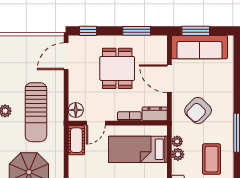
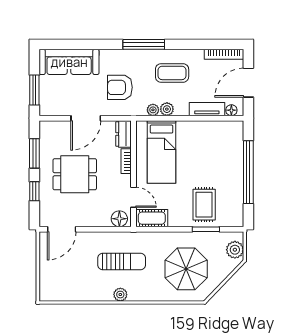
window: (88, 31) -> (34, 191), moved
sofa: (199, 47) -> (69, 62), moved, turned 90
door: (66, 56) -> (62, 229), hinge flipped
armchair: (198, 111) -> (120, 87), turned 136
sun lounger: (36, 112) -> (122, 261), width x0.73, depth x0.75

